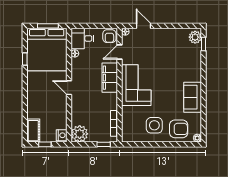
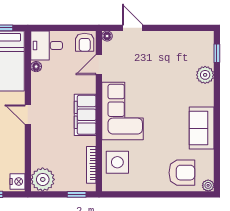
plant: (195, 37) -> (205, 75), moved
filing cabinet: (110, 78) -> (85, 115), moved
side table: (154, 125) -> (117, 162), moved

